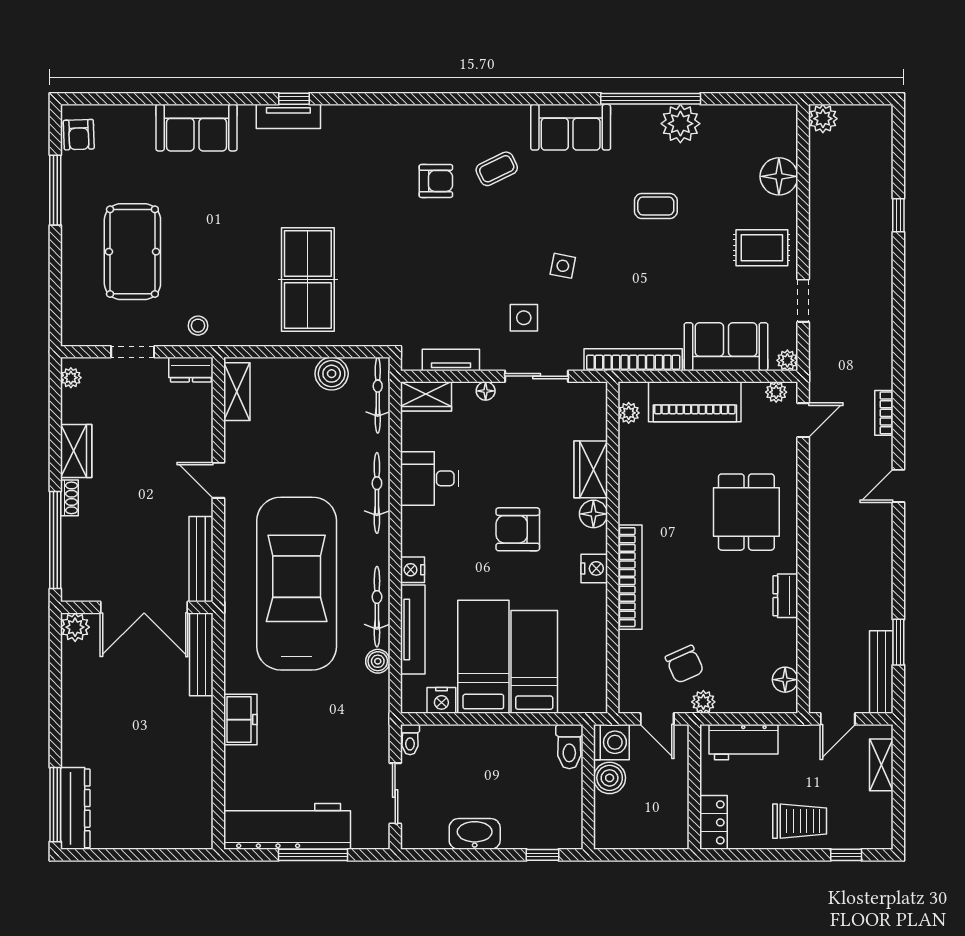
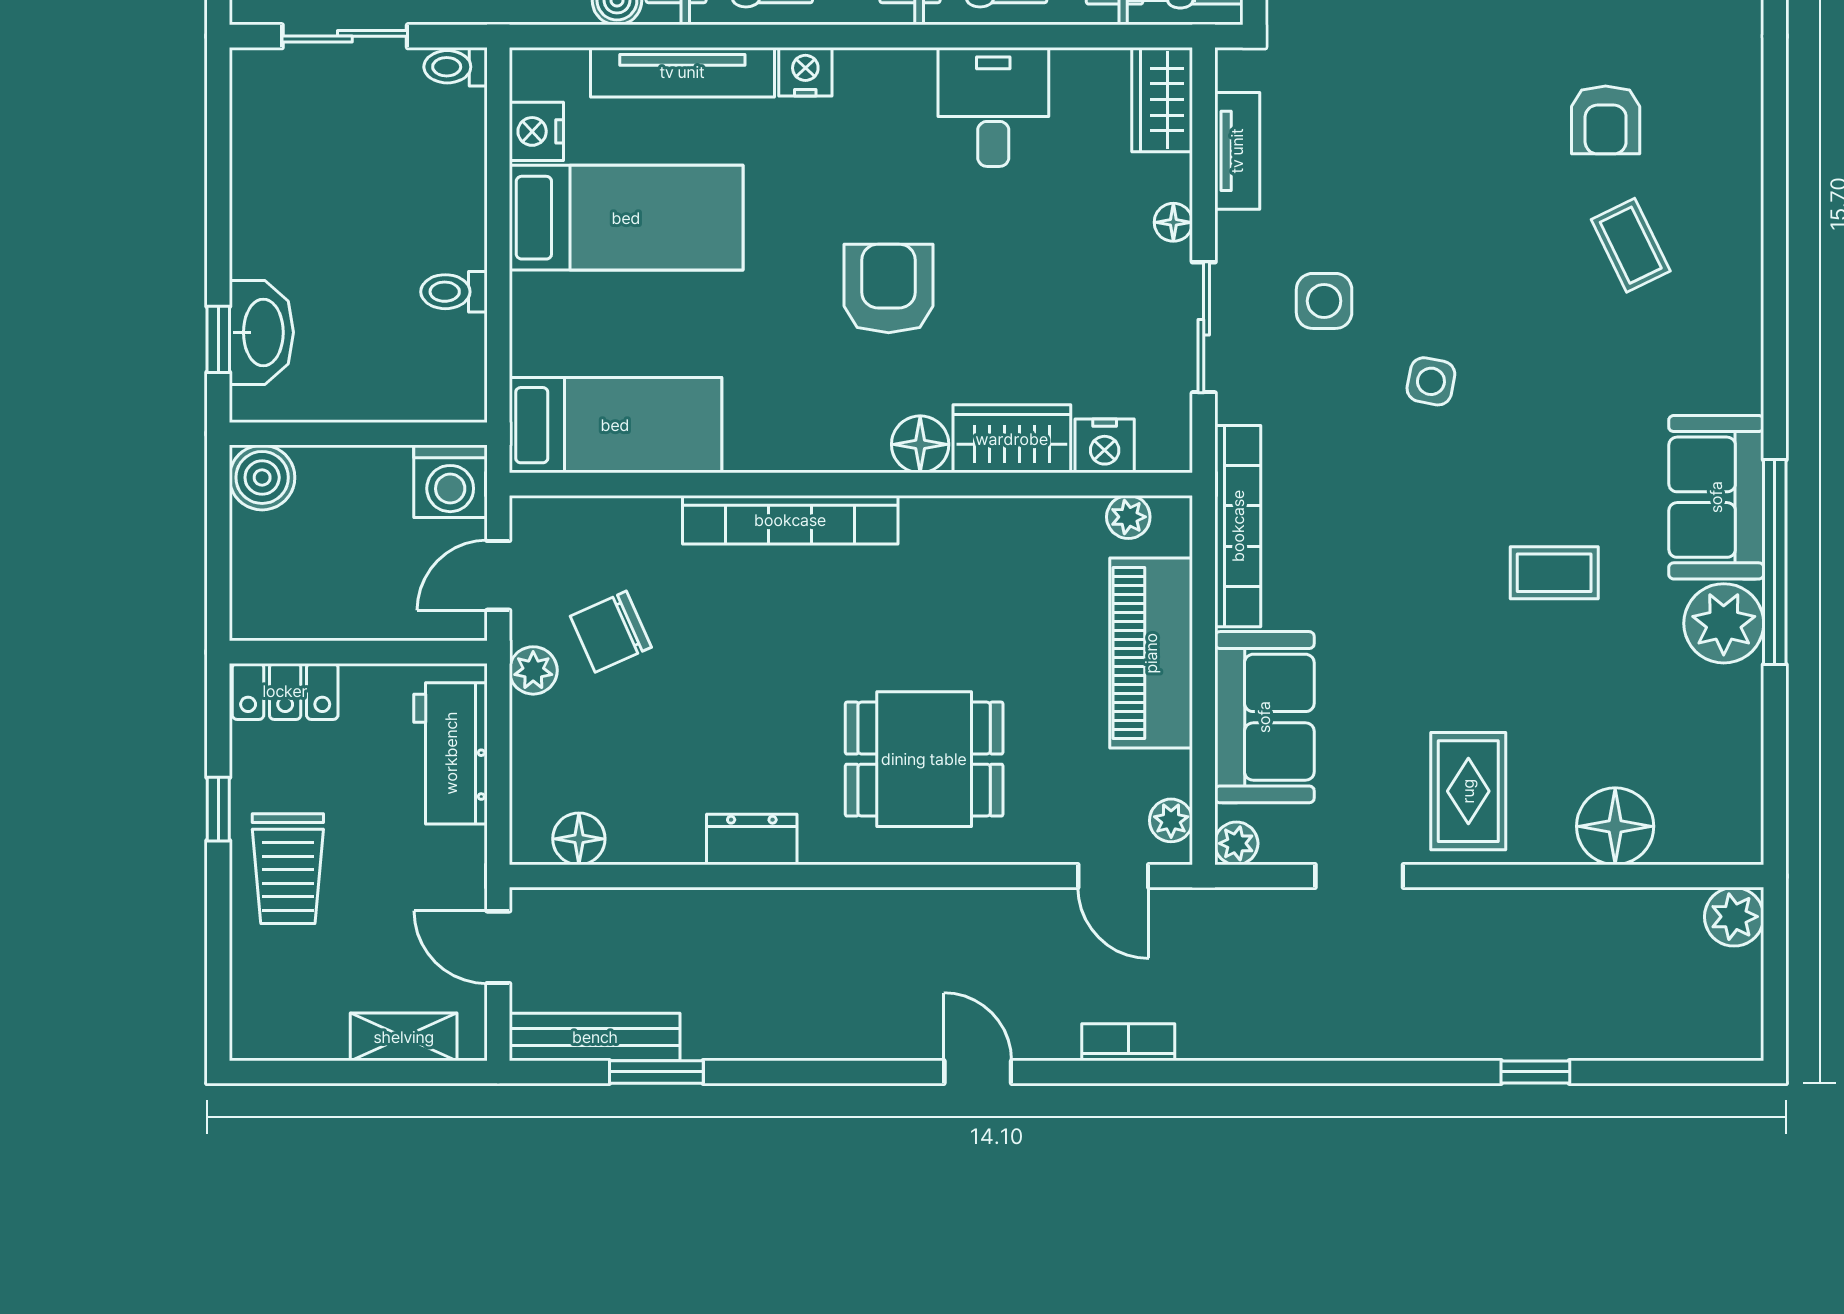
sofa: (571, 127) -> (1716, 497), moved
coffee table: (656, 206) -> (1554, 573), turned 90
nightstand: (594, 568) -> (1105, 446), moved
bed: (534, 662) -> (615, 425), moved
toilet: (569, 747) -> (454, 292), moved, width x0.73, depth x0.72
boiler: (610, 778) -> (262, 477), moved
washbasin: (475, 834) -> (261, 332), moved
window: (846, 855) -> (218, 809), moved

